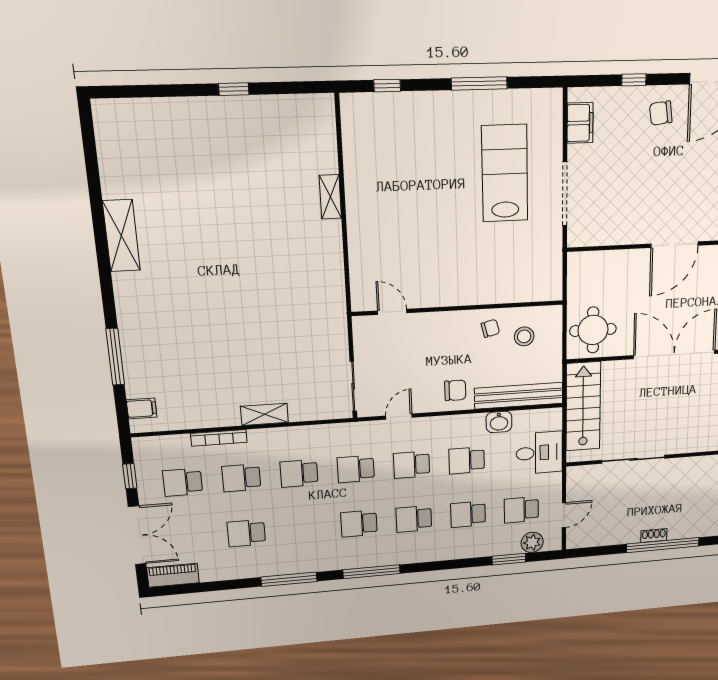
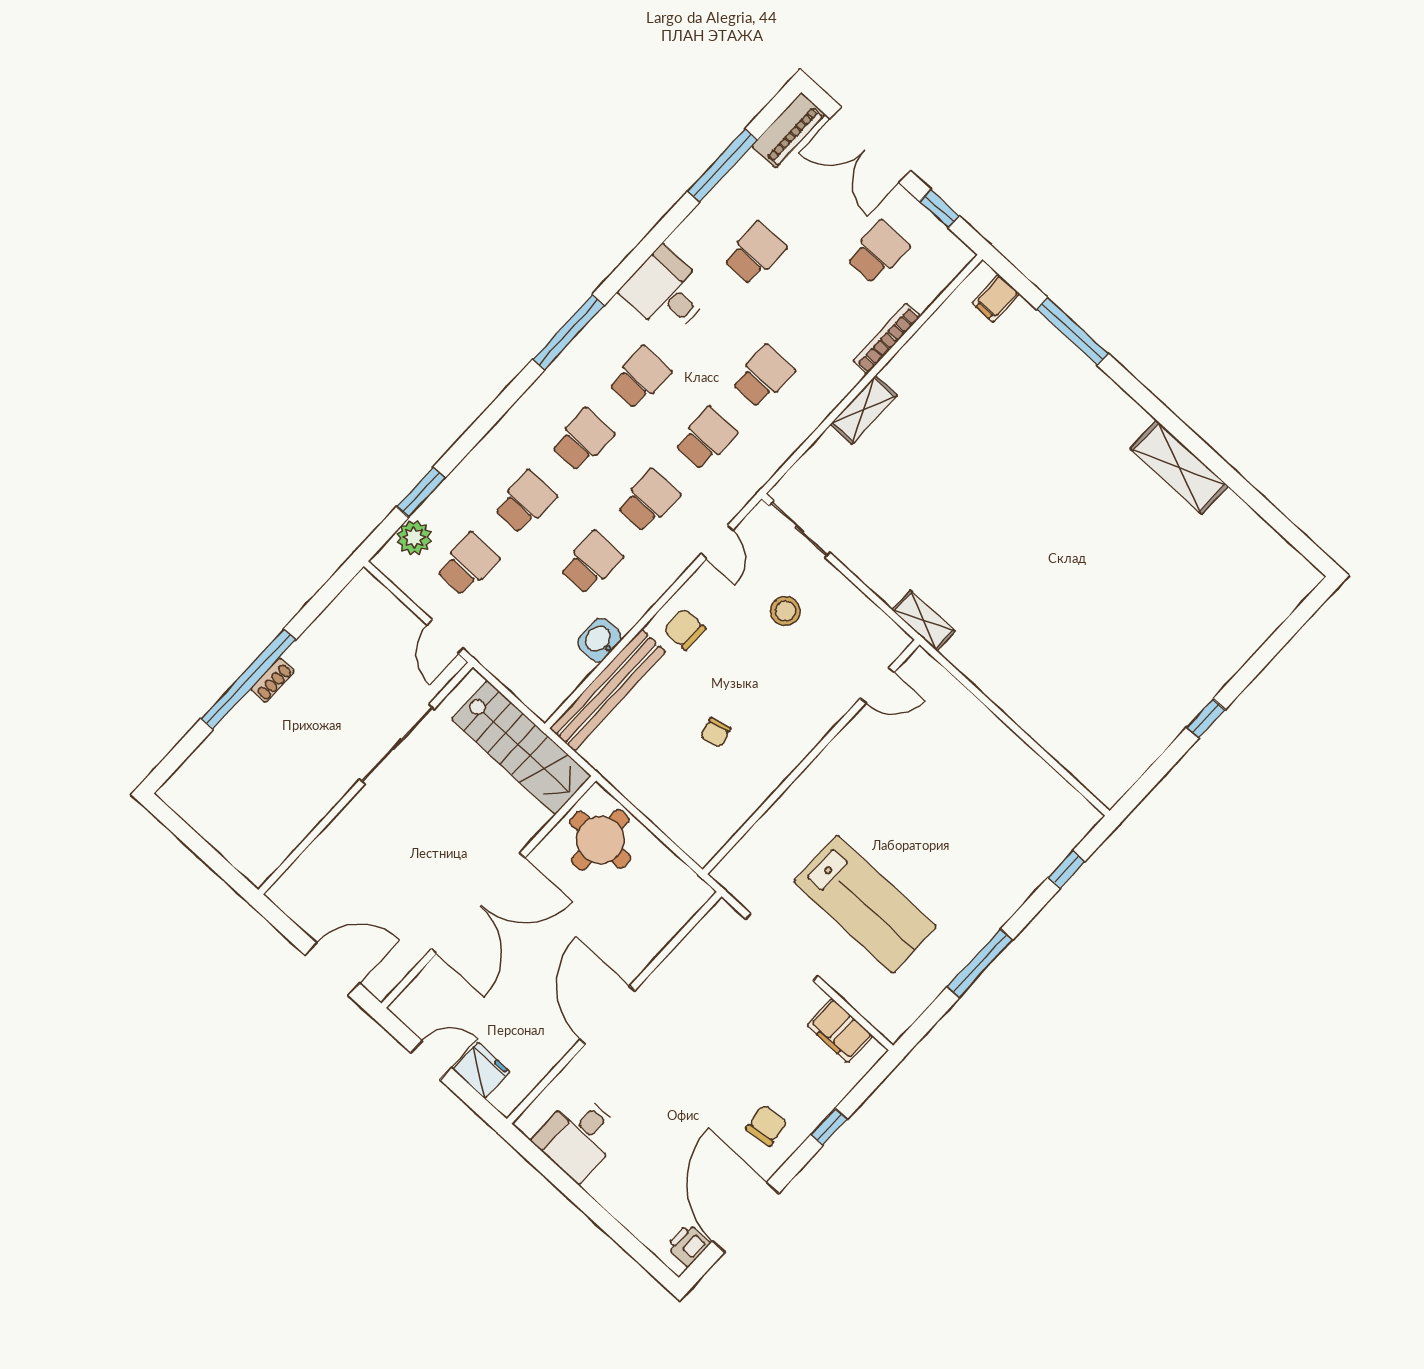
shelving: (330, 197) -> (924, 621), moved
wall: (459, 308) -> (811, 757), moved
door: (392, 312) -> (877, 685), moved
stool: (524, 336) -> (785, 611), moved
chair: (455, 390) -> (685, 629), turned 90
desk: (539, 453) -> (666, 292), moved, turned 90
school desk: (241, 478) -> (821, 314), removed
door: (564, 515) -> (445, 637), moved
window: (289, 579) -> (722, 166), moved

